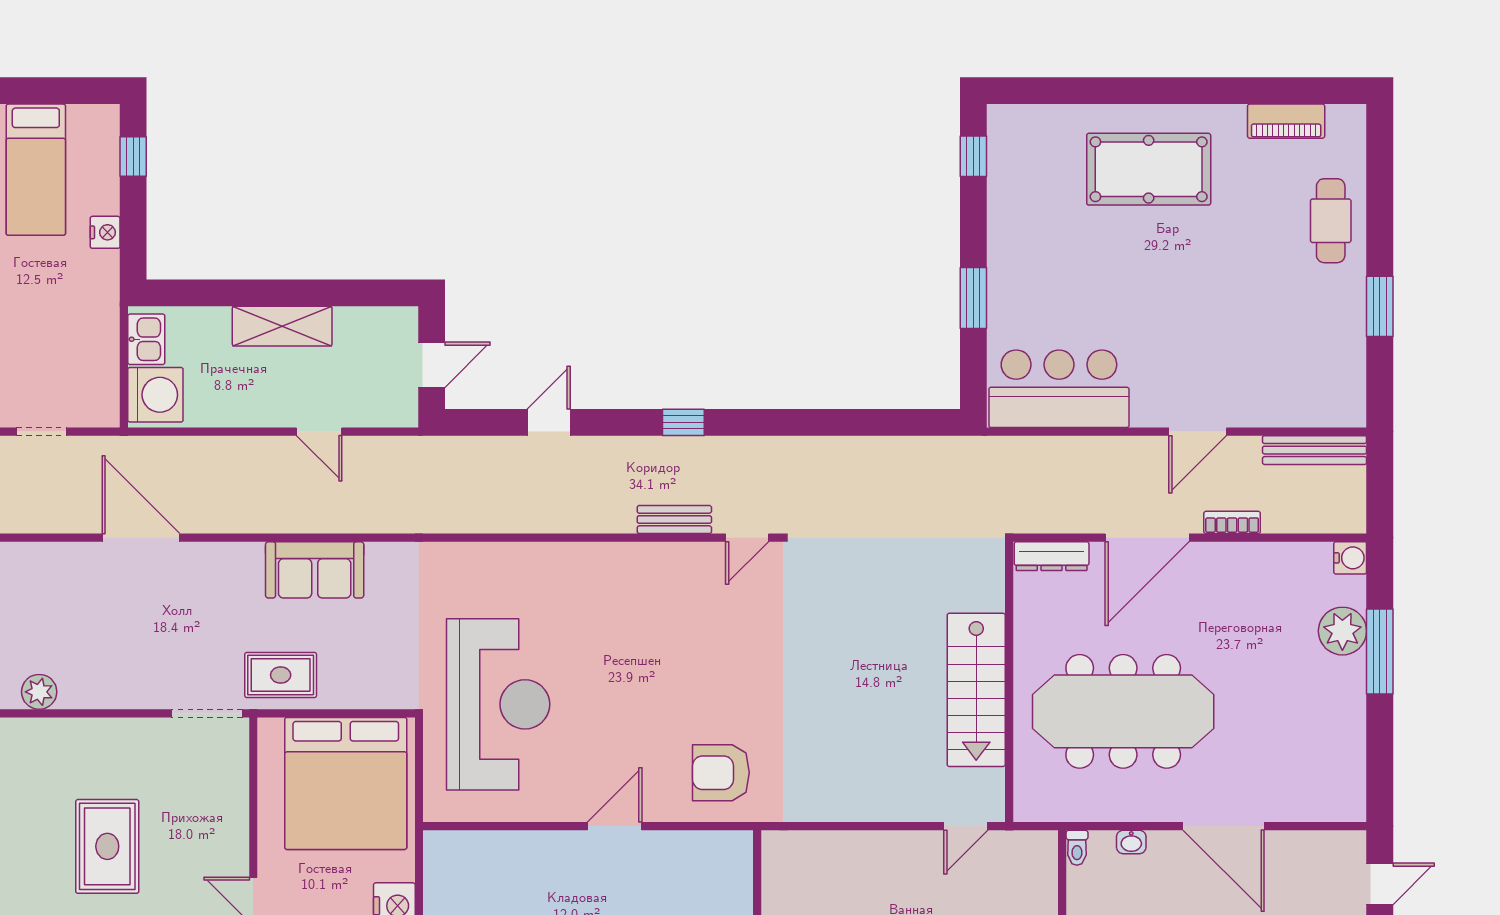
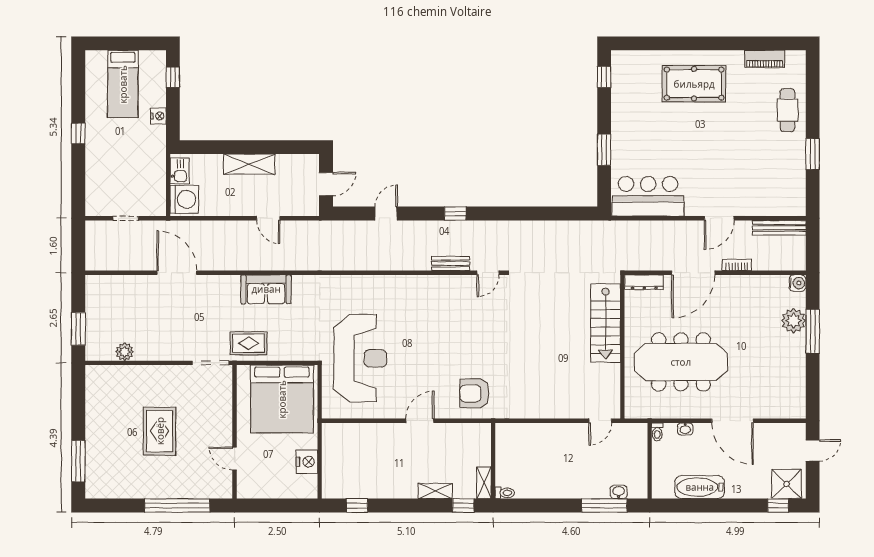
stairs: (976, 690) -> (606, 323), moved

